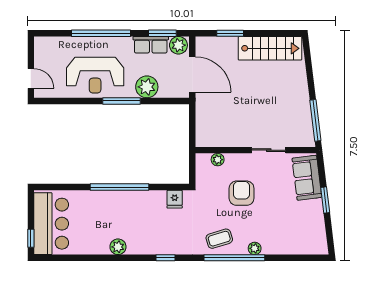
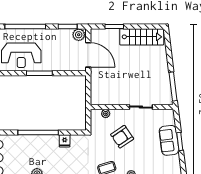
row of seats: (151, 45) -> (60, 34), removed
plant: (147, 87) -> (57, 63), removed
sofa: (307, 178) -> (169, 140), moved
armchair: (242, 193) -> (122, 137), turned -124
fridge: (175, 199) -> (65, 141), moved

